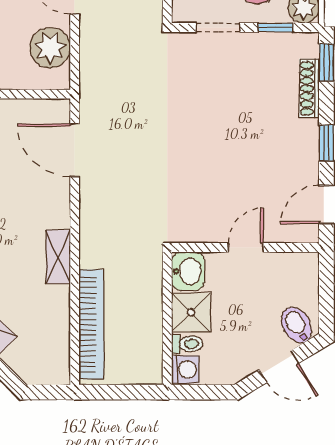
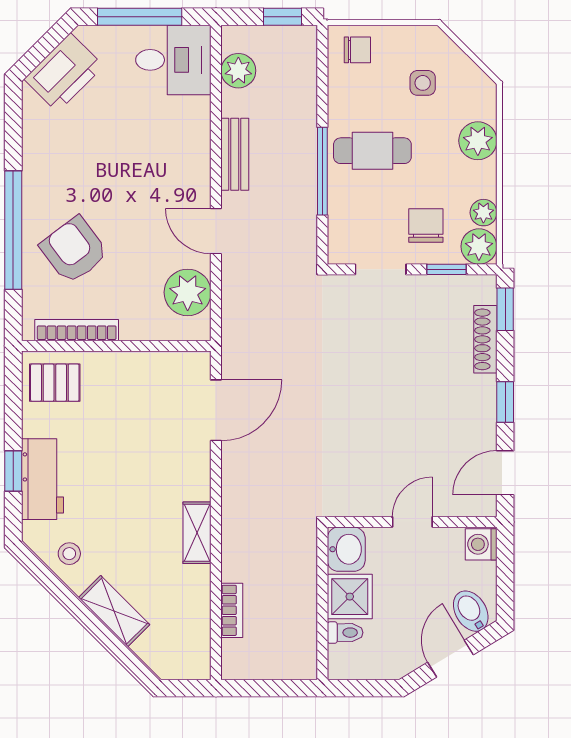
door: (75, 150) -> (216, 410), swing flipped
bookcase: (91, 324) -> (232, 610), width x0.43, depth x0.76
door: (279, 366) -> (451, 659), swing flipped
washing machine: (185, 369) -> (481, 544), moved, turned 180

